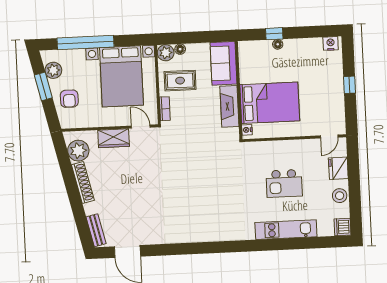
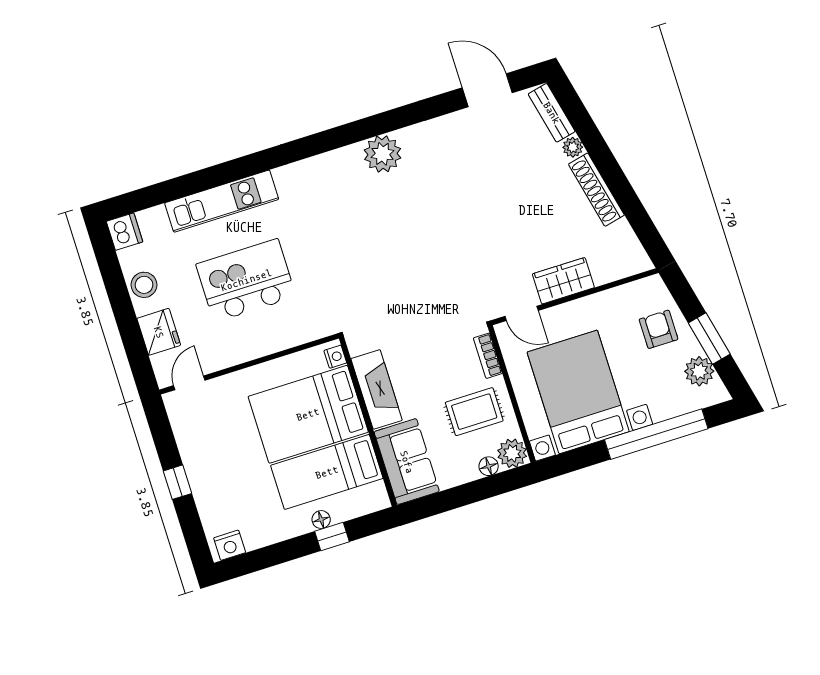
bed: (268, 69) -> (327, 472), added
plant: (78, 151) -> (573, 147), moved, width x0.53, depth x0.53
kitchen island: (284, 183) -> (246, 280), width x1.37, depth x1.28
plant: (193, 232) -> (383, 154), added

